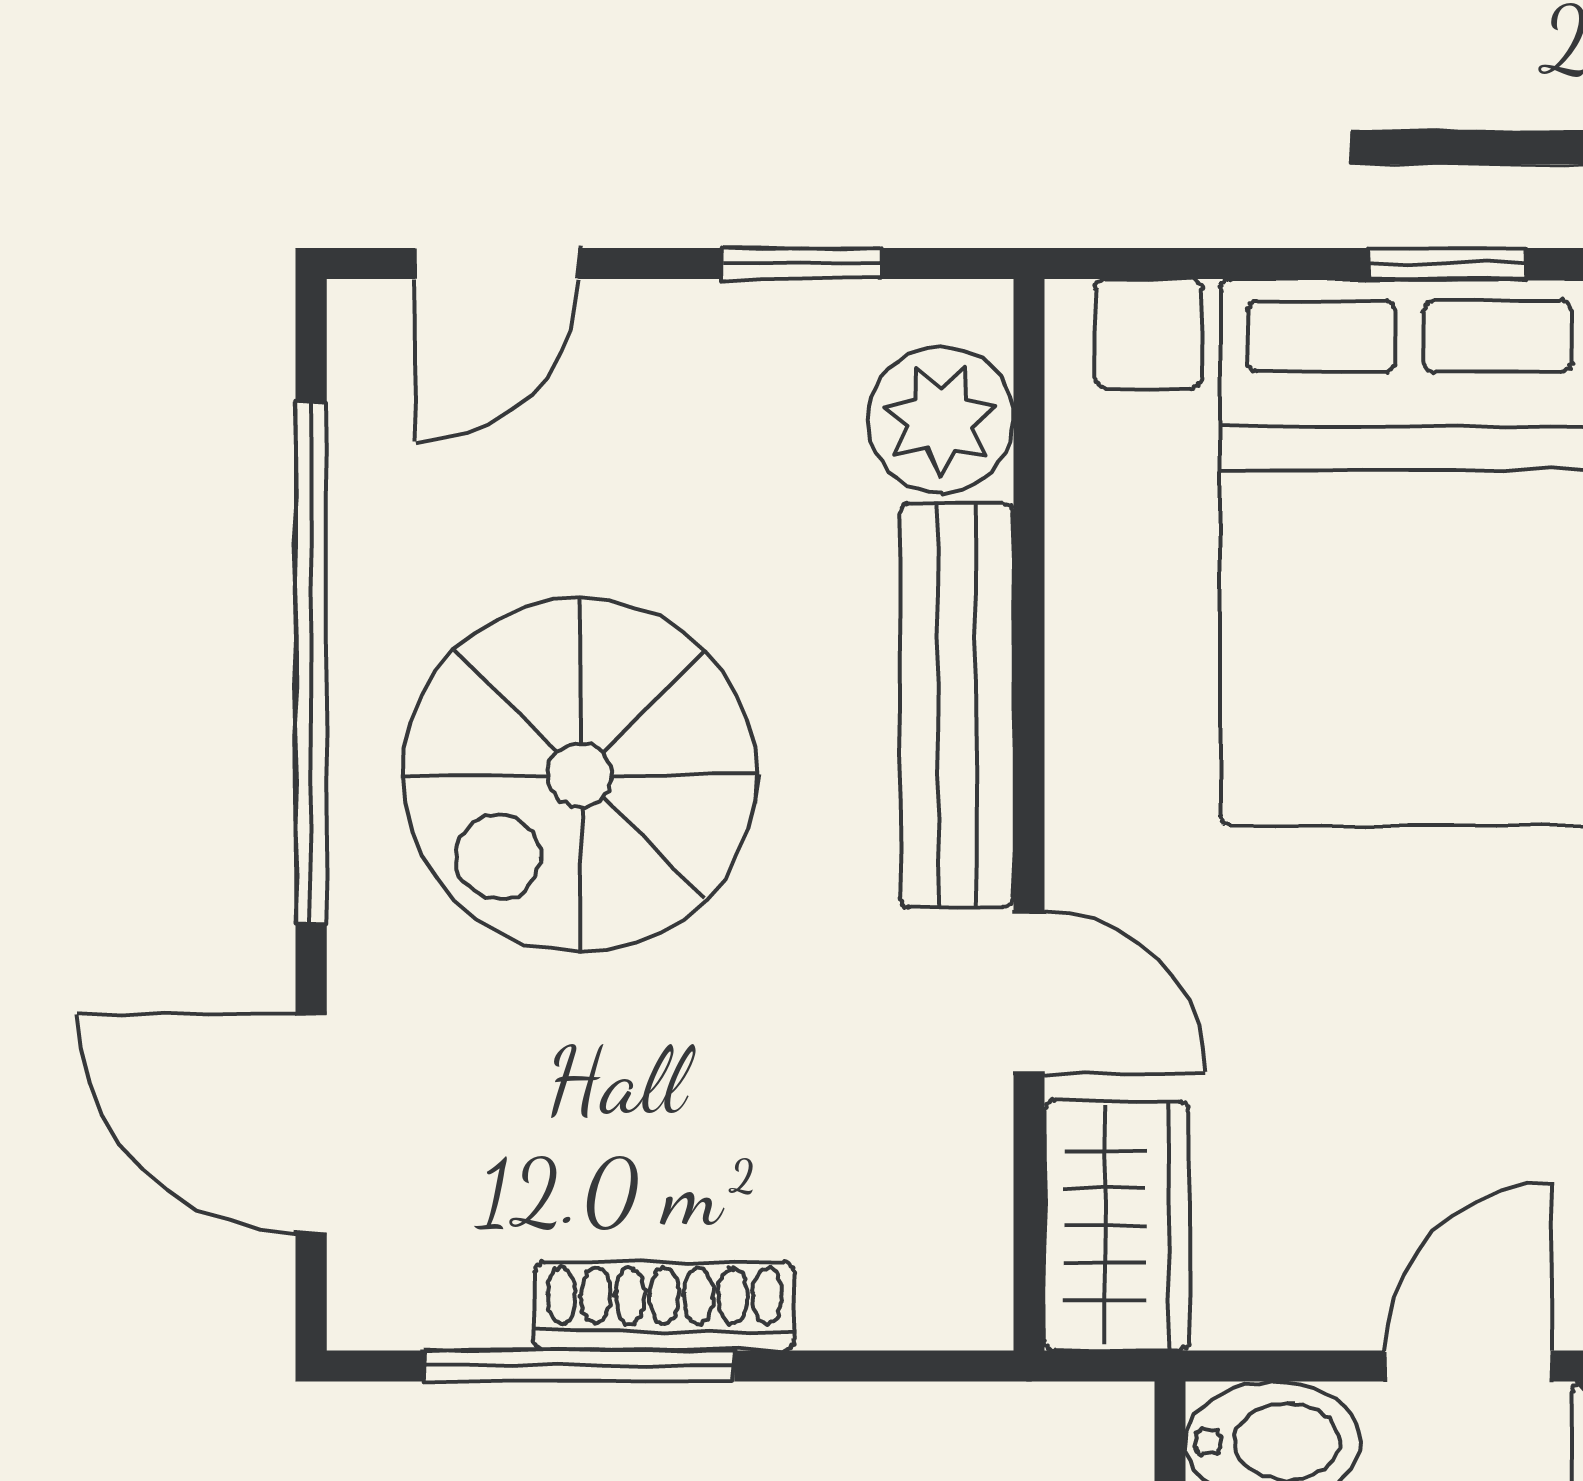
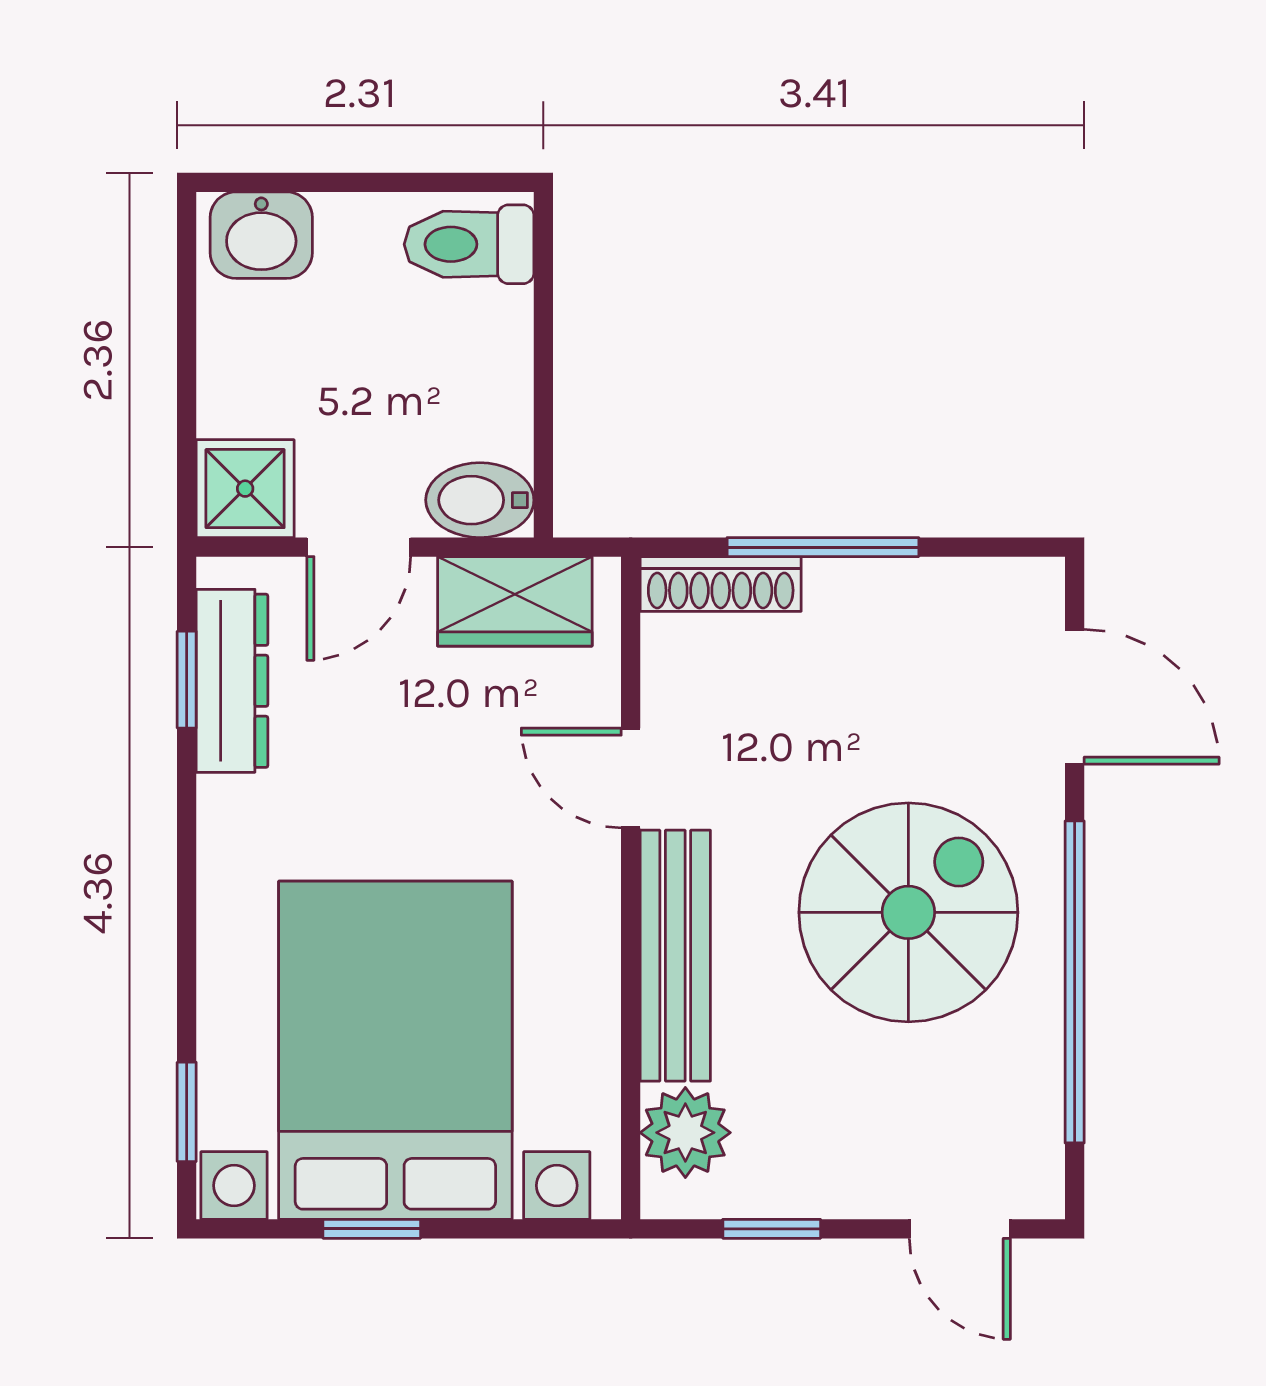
door: (497, 264) -> (960, 1229), swing flipped
wardrobe: (1117, 1226) -> (515, 601), moved, turned -90
shoe rack: (664, 1306) -> (721, 584), moved
window: (579, 1366) -> (823, 547), moved

